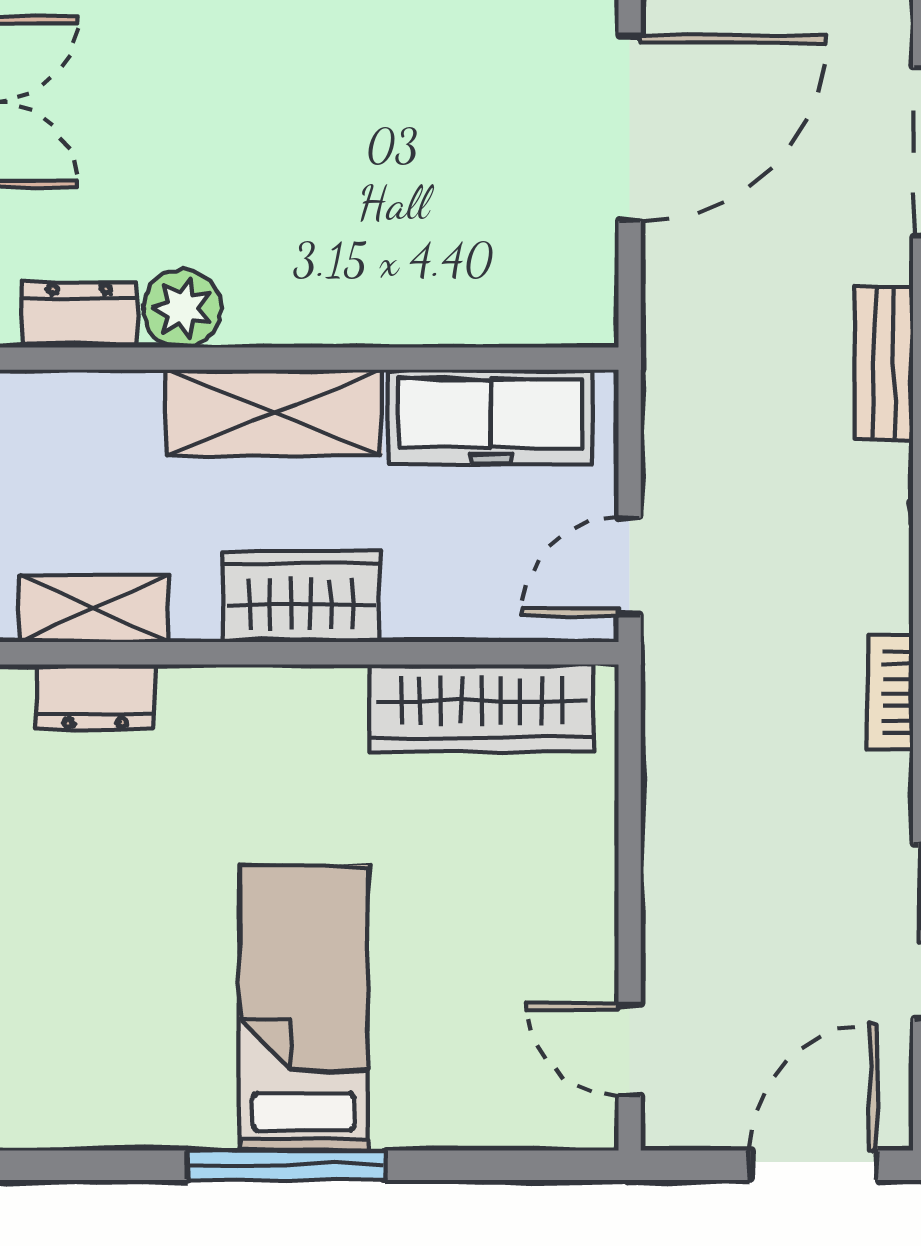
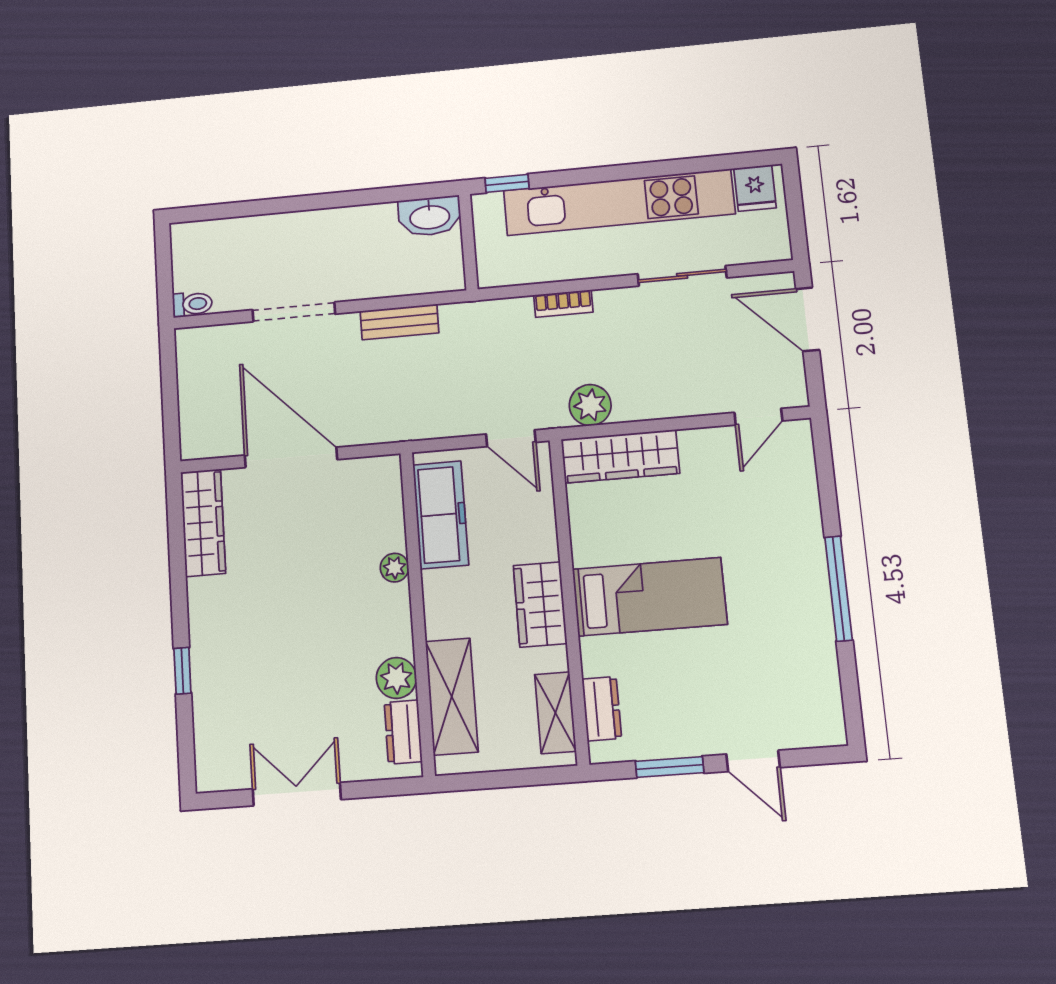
plant: (395, 320) -> (394, 568), added
shelving: (274, 413) -> (452, 696), moved
wardrobe: (481, 708) -> (620, 456), moved, turned 90
plant: (682, 727) -> (590, 405), added
bed: (303, 1008) -> (649, 597), moved, turned 180

